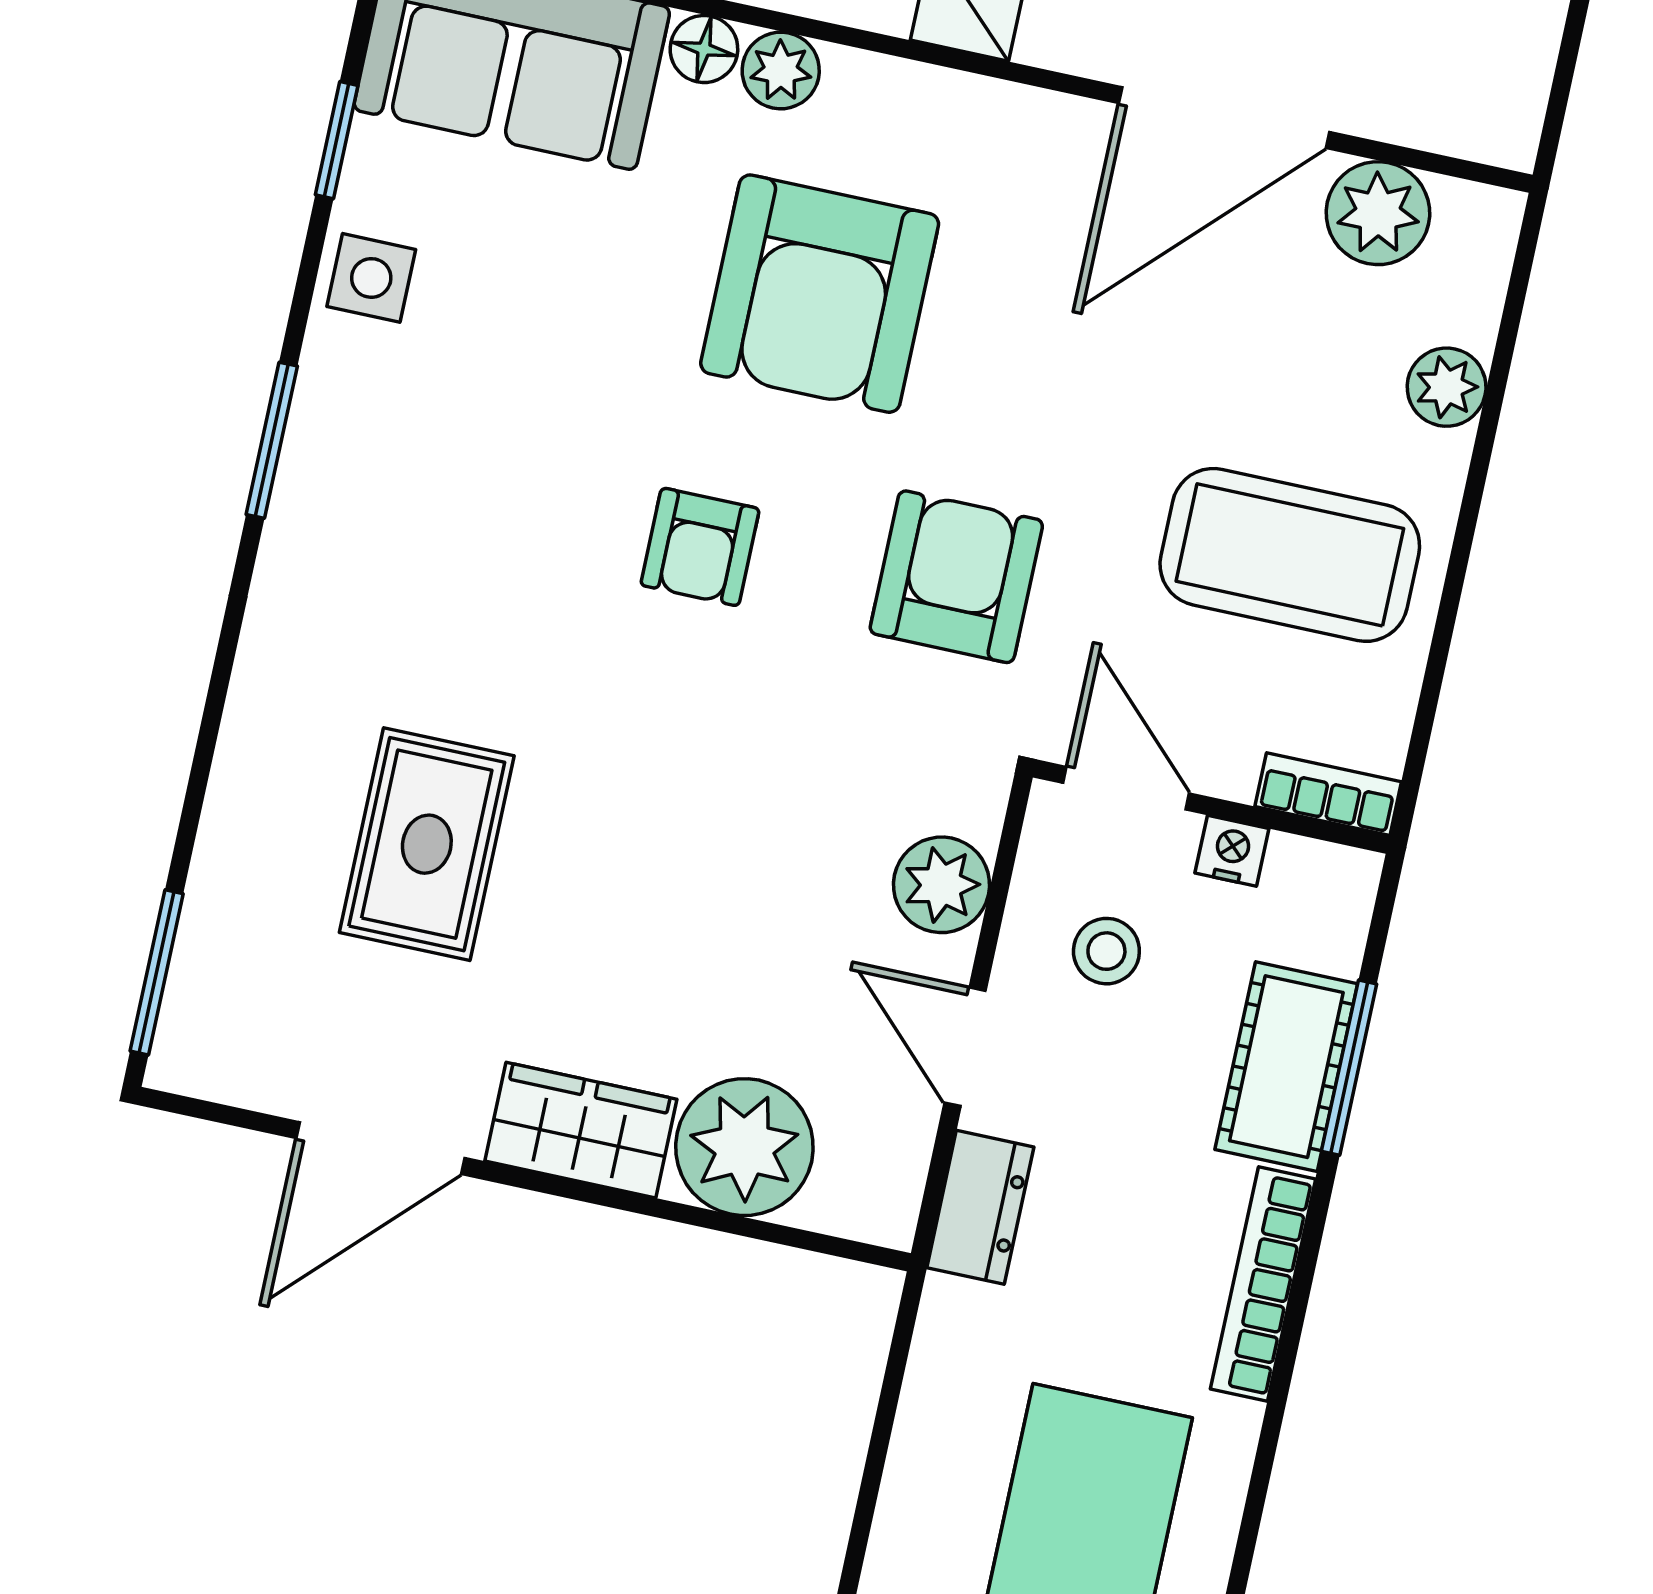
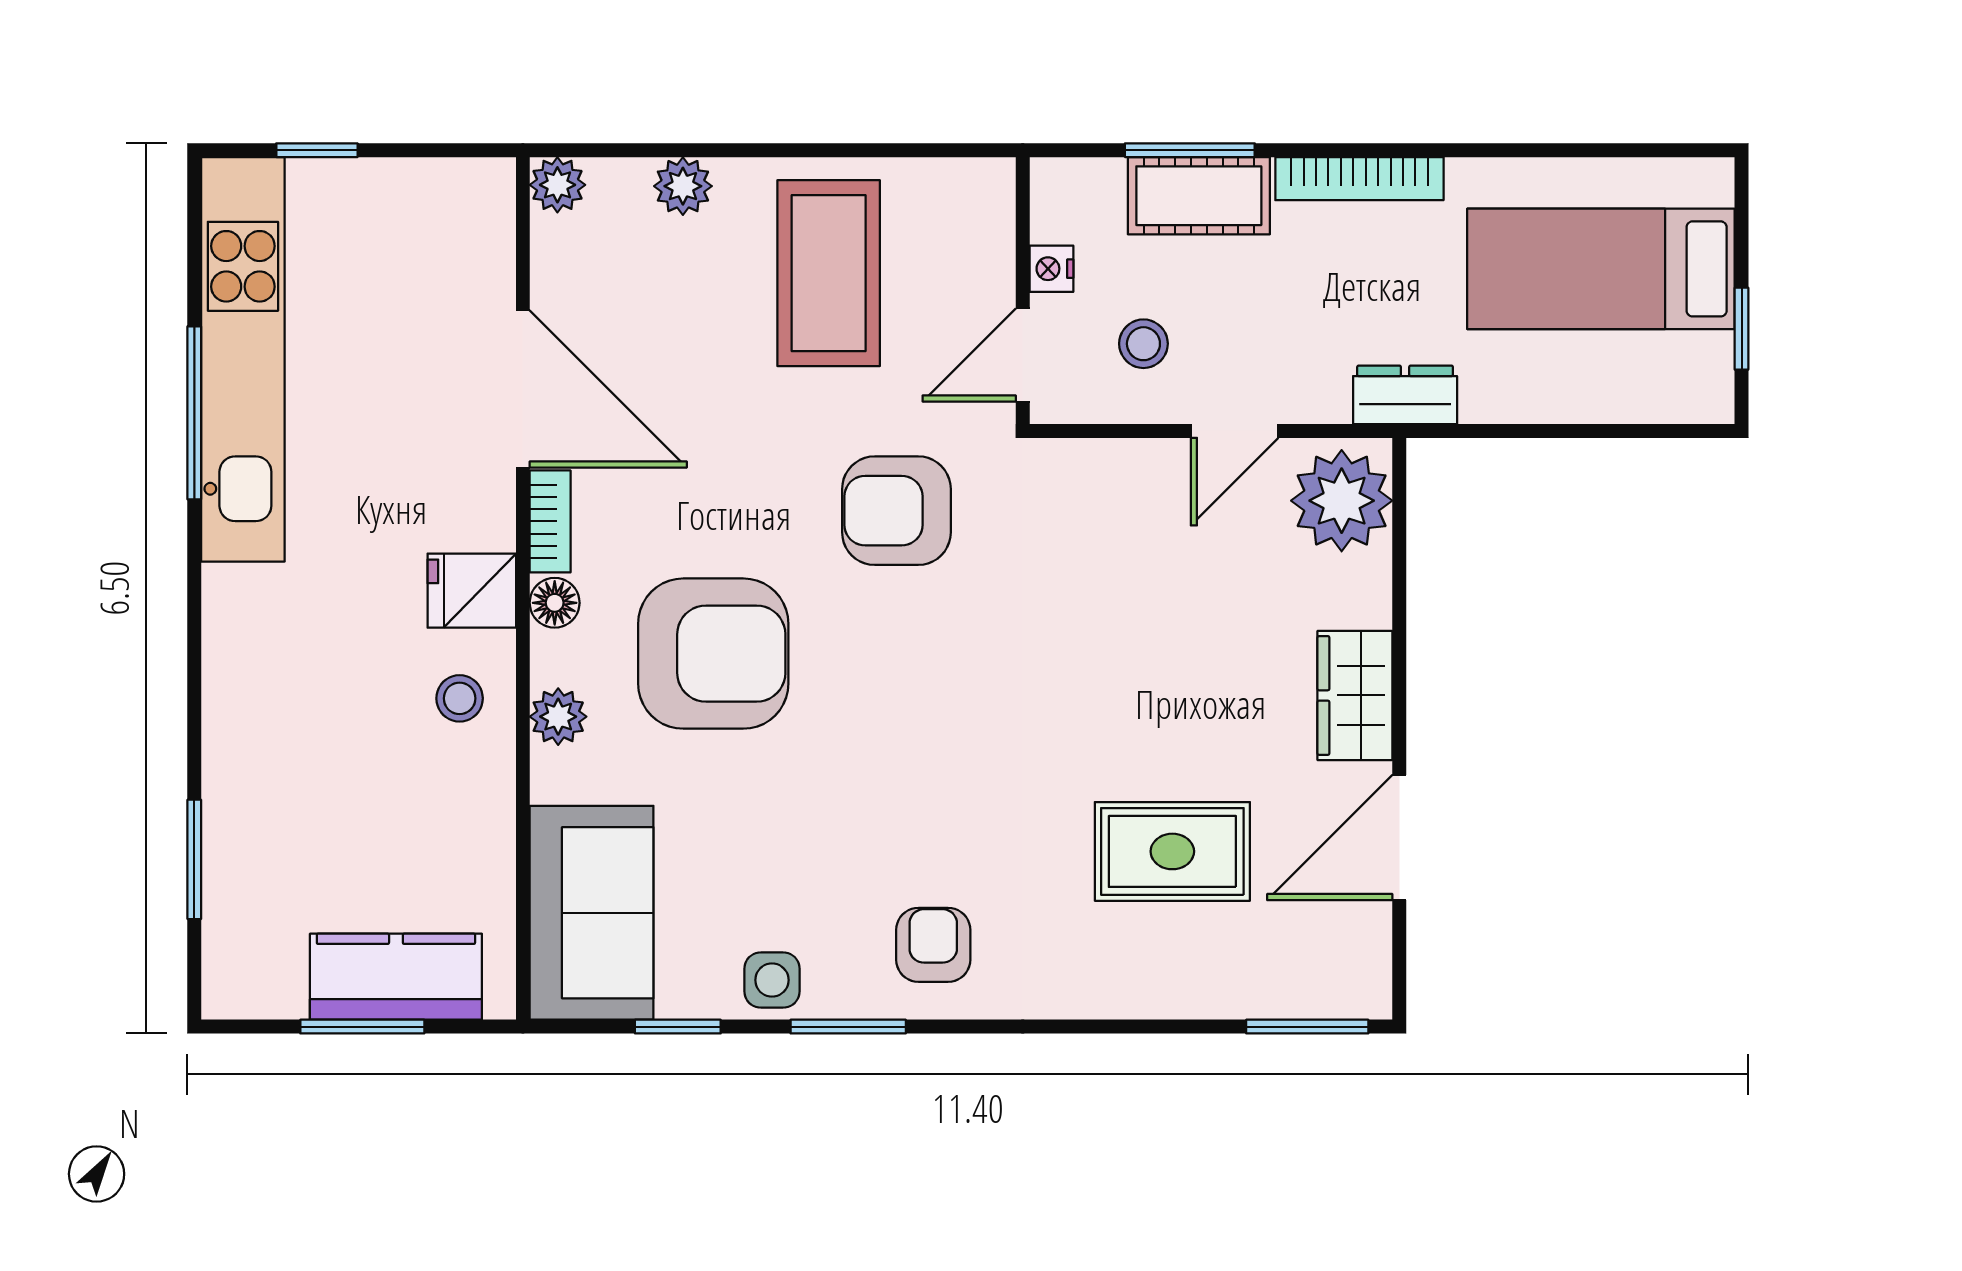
floor lamp: (704, 49) -> (555, 603), moved
plant: (1378, 213) -> (557, 185), moved, width x0.73, depth x0.73
window: (272, 440) -> (848, 1027), moved
armchair: (700, 547) -> (933, 945), moved, turned -90
bookcase: (1328, 794) -> (550, 521), moved, turned 180
plant: (942, 885) -> (1121, 473), removed
plant: (744, 1147) -> (1342, 501), moved
door: (380, 1148) -> (1399, 838), swing flipped
dresser: (980, 1207) -> (1405, 395), moved

